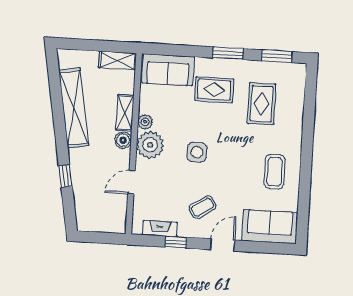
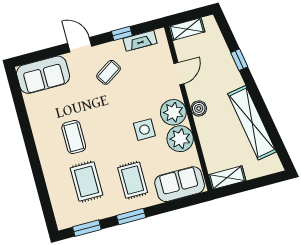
rug: (214, 90) -> (133, 180), turned 90
shelving: (125, 113) -> (187, 29), moved, turned 90
plant: (145, 122) -> (180, 139), width x1.87, depth x1.87
side table: (197, 152) -> (144, 130), moved
coffee table: (275, 172) -> (74, 137), moved
door: (223, 245) -> (80, 45), swing flipped

